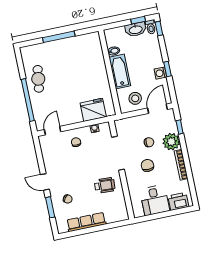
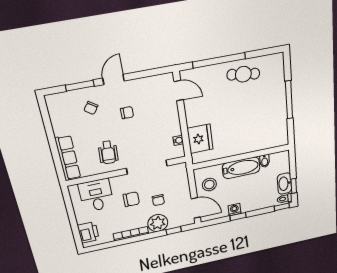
chair: (76, 142) -> (127, 113), moved
desk: (155, 200) -> (96, 195), moved, turned 90
row of seats: (86, 222) -> (68, 158), moved

